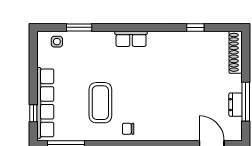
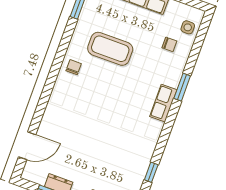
window: (79, 27) -> (182, 87), moved
chair: (78, 52) -> (169, 44), added

